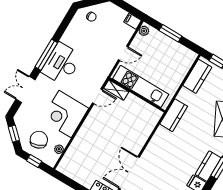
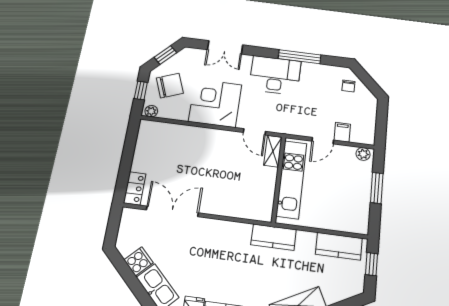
filing cabinet: (133, 21) -> (342, 132), moved
door: (123, 53) -> (323, 141), hinge flipped
window: (46, 55) -> (300, 57), moved
double door: (25, 89) -> (225, 47), swing flipped
plant: (59, 149) -> (151, 111), moved

